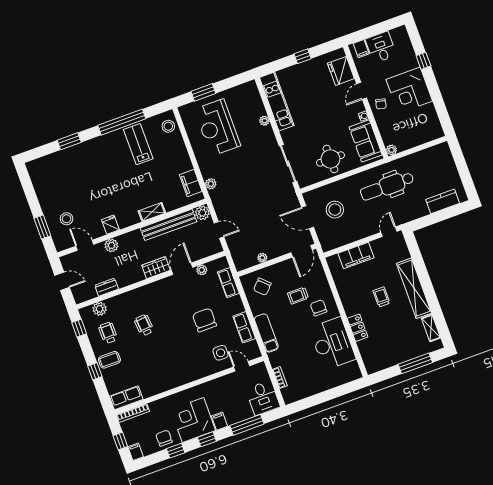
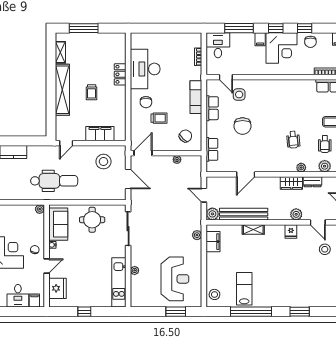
lab bench: (138, 144) -> (244, 289), turned 180
stool: (335, 210) -> (103, 162), moved
wardrobe: (156, 268) -> (291, 183), moved
plant: (202, 270) -> (301, 168), moved

